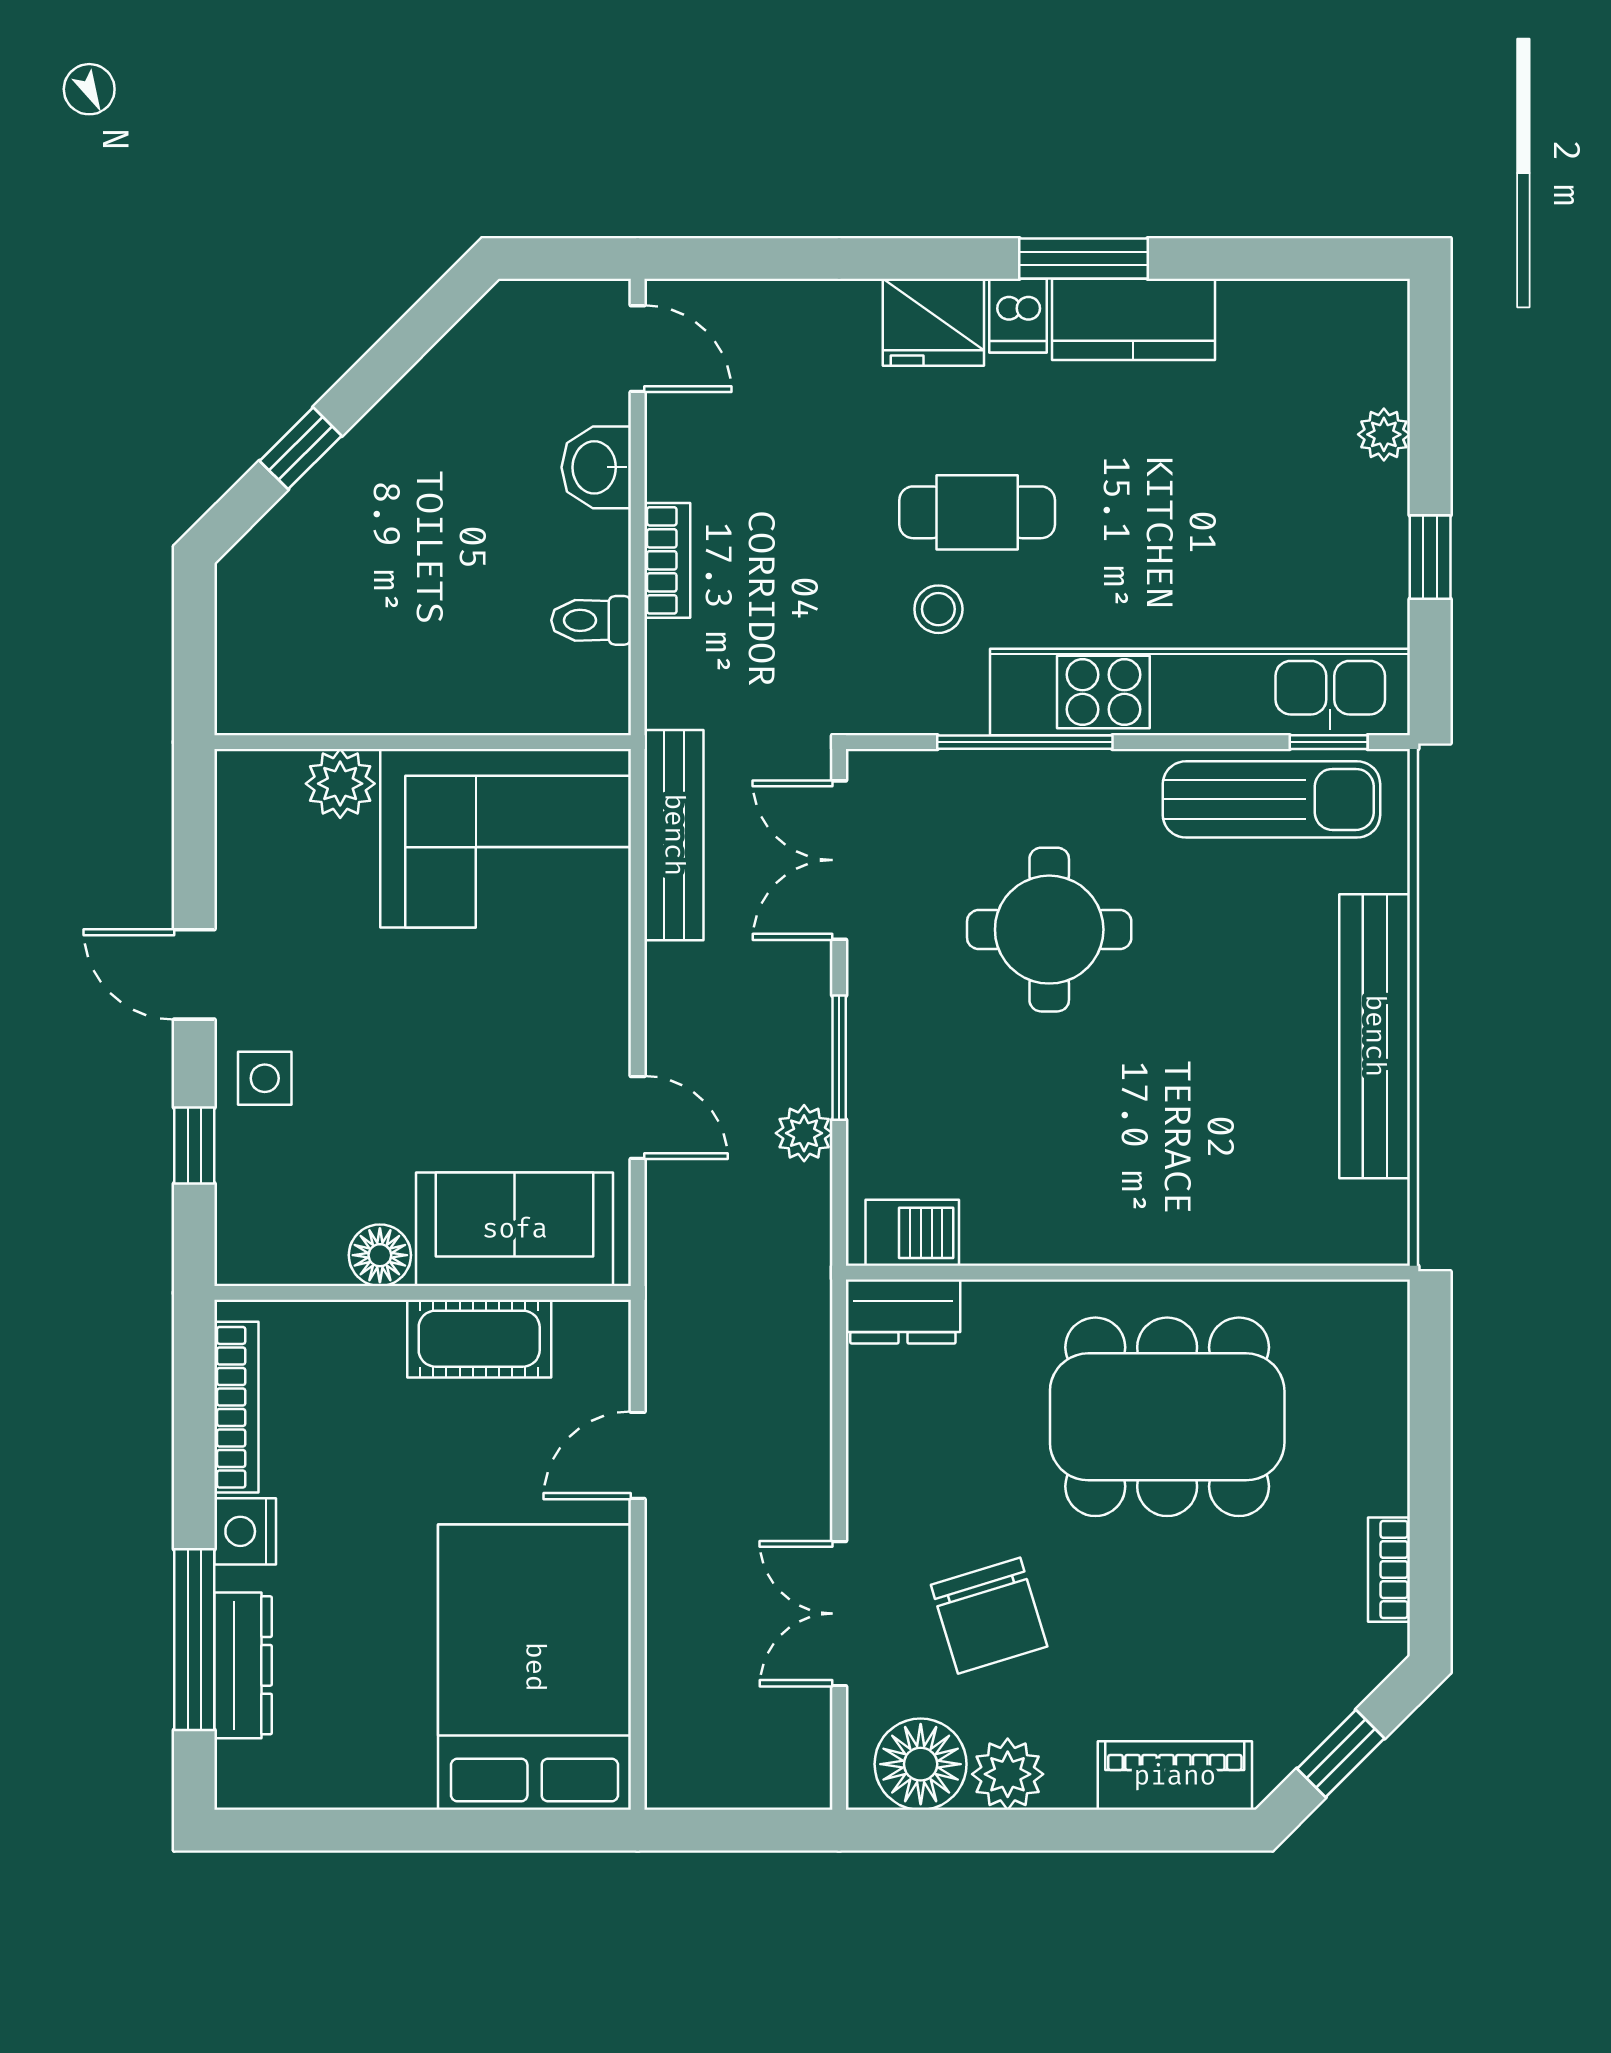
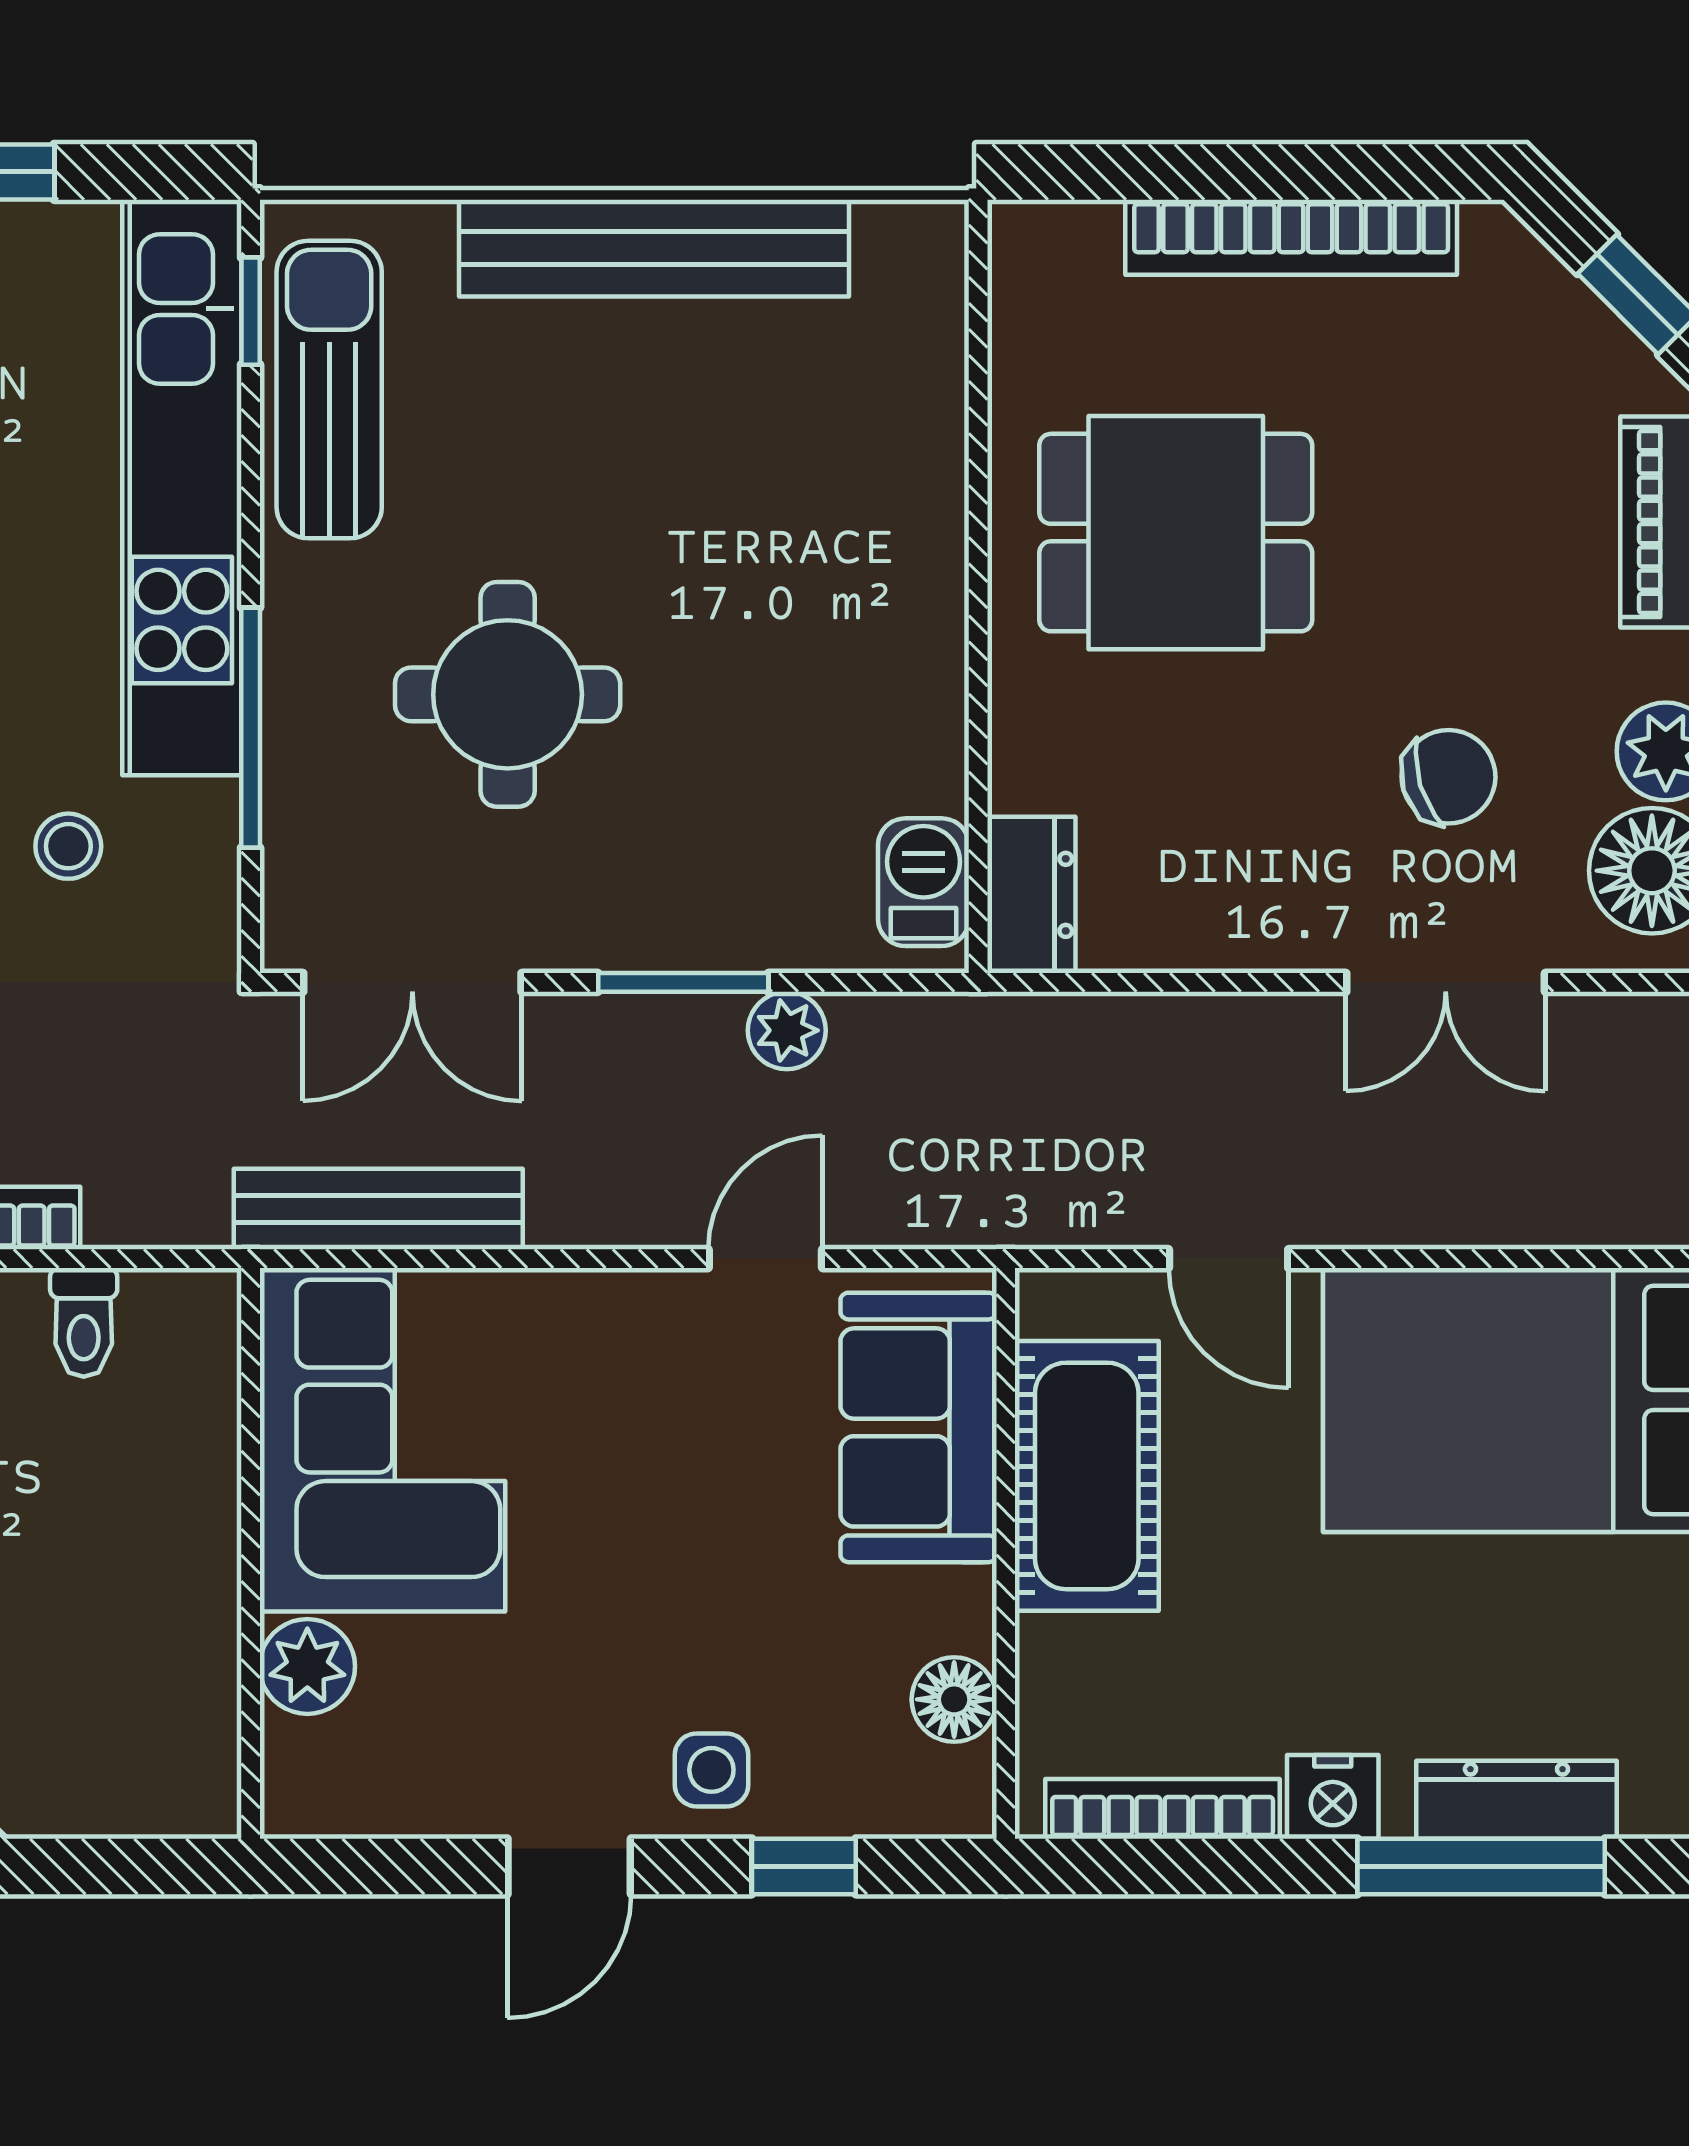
floor lamp: (380, 1255) -> (954, 1699), moved
cot: (479, 1339) -> (1087, 1476), width x1.37, depth x1.34
dining table: (1167, 1417) -> (1176, 533), width x0.73
bookcase: (1389, 1570) -> (1291, 237), width x2.31, depth x1.31
chair: (989, 1616) -> (1448, 777), width x0.73, depth x0.73

